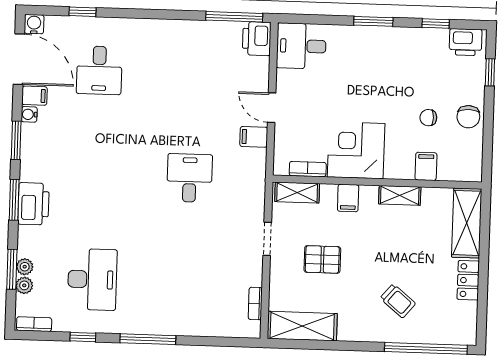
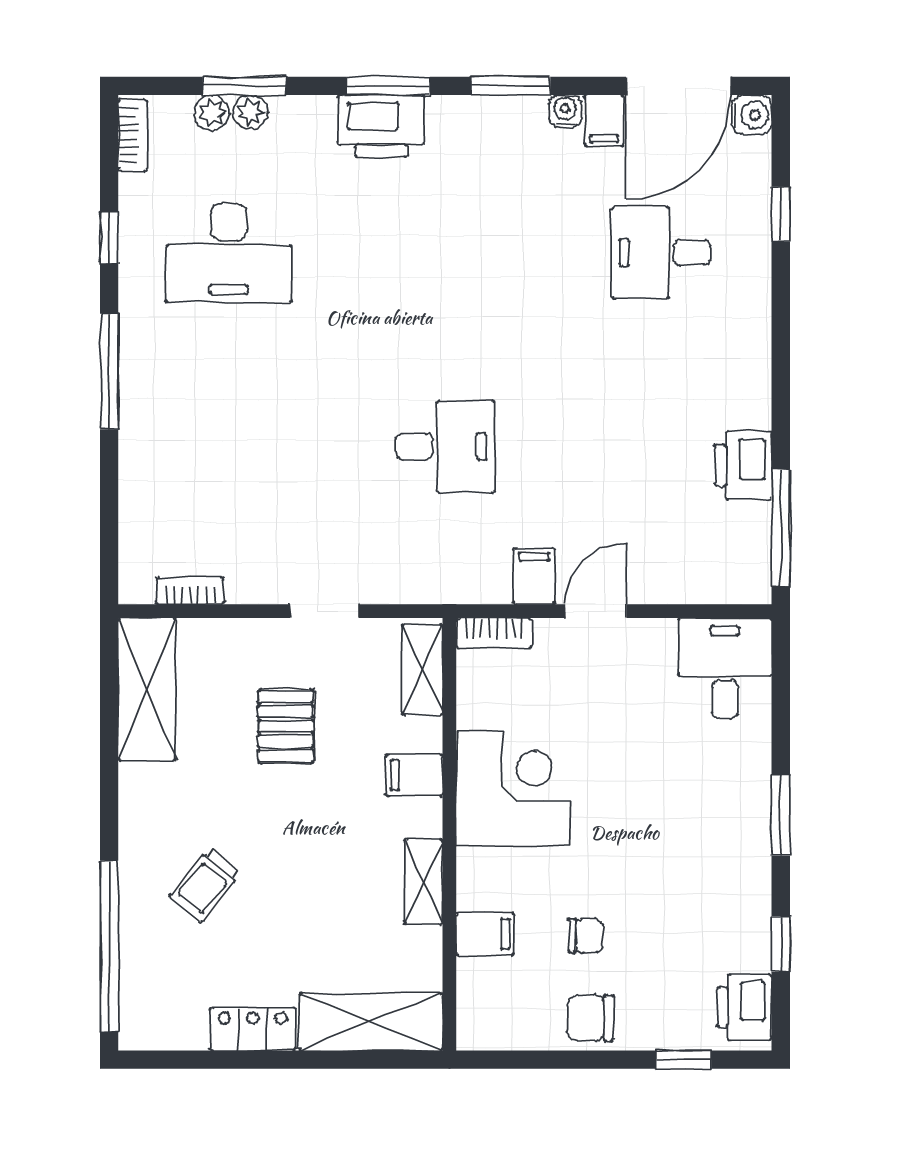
printer: (257, 39) -> (743, 465), moved, turned -90
chair: (428, 118) -> (586, 935), turned 90
bookcase: (308, 169) -> (494, 633), moved, turned 90

